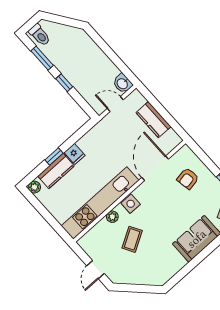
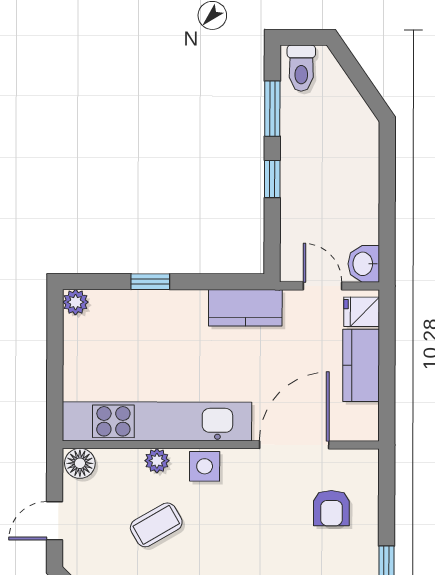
fridge: (75, 154) -> (362, 312), moved, turned 90
kitchen counter: (56, 171) -> (245, 308), moved
armchair: (188, 179) -> (331, 508), turned -80
floor lamp: (86, 242) -> (80, 463), added

